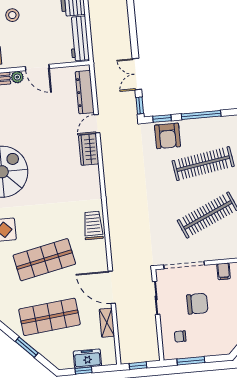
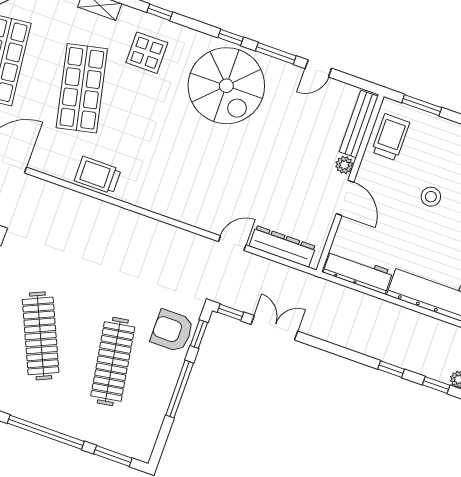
door: (37, 67) -> (345, 198), swing flipped
door: (97, 124) -> (232, 243), hinge flipped
wardrobe: (89, 150) -> (203, 216), removed
trolley: (93, 225) -> (98, 175), turned 180

